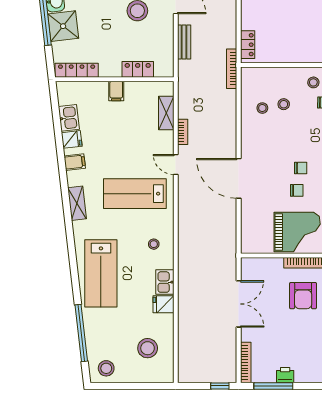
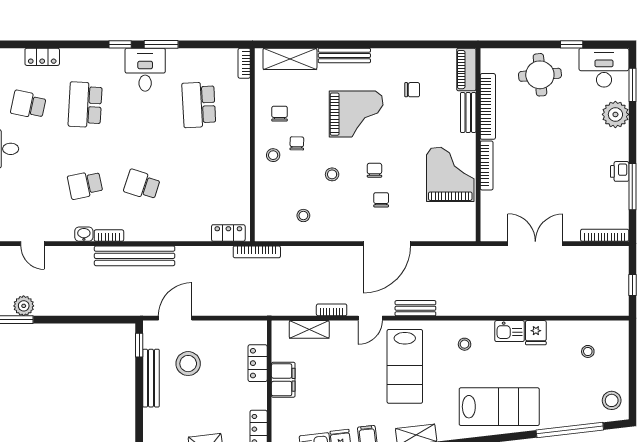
bench: (184, 42) -> (415, 308), moved
filing cabinet: (116, 91) -> (283, 380), width x2.00
stool: (284, 104) -> (332, 174), moved
chair: (297, 190) -> (381, 200), moved
armchair: (303, 296) -> (526, 167), removed
stool: (148, 348) -> (588, 351), width x0.53, depth x0.53
printer: (285, 375) -> (620, 171), moved
window: (220, 386) -> (632, 285), moved
window: (273, 386) -> (632, 187), moved

